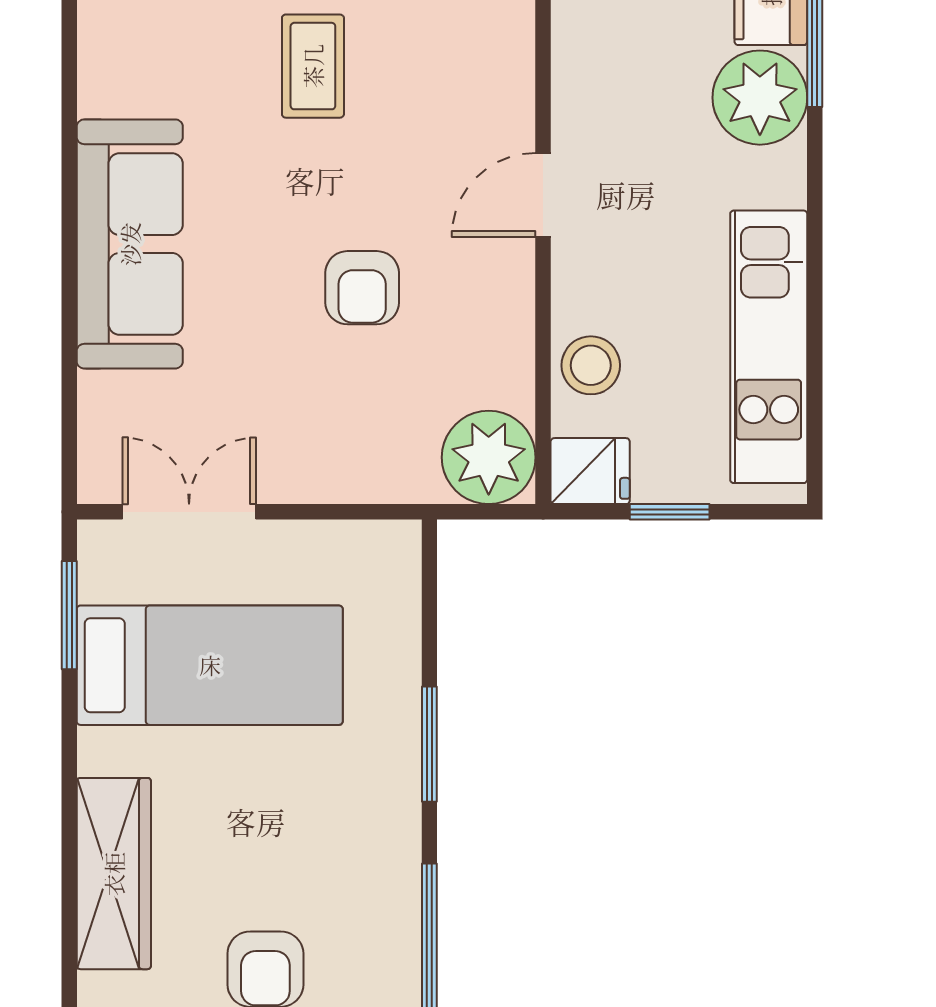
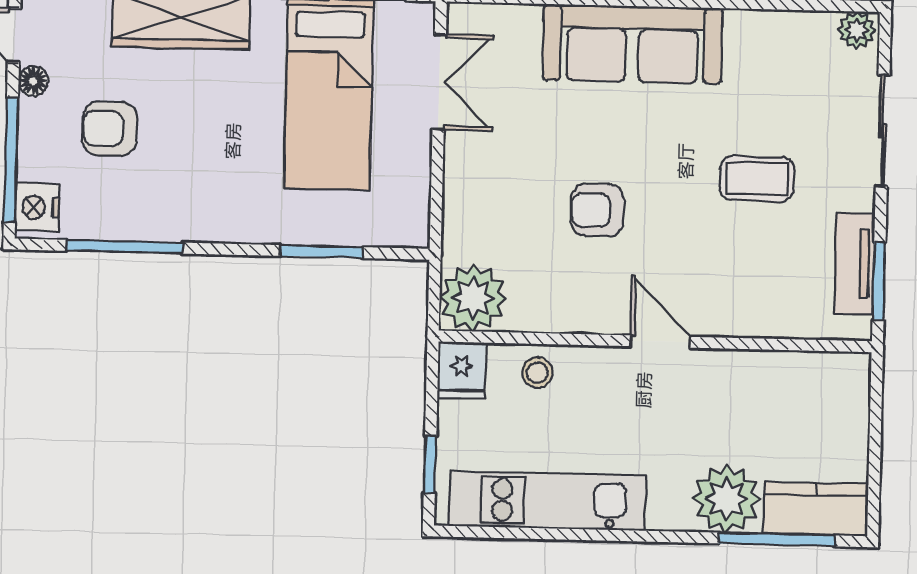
stool: (591, 365) -> (537, 373), width x0.73, depth x0.73
window: (670, 512) -> (430, 465), moved
window: (429, 744) -> (321, 252), moved

